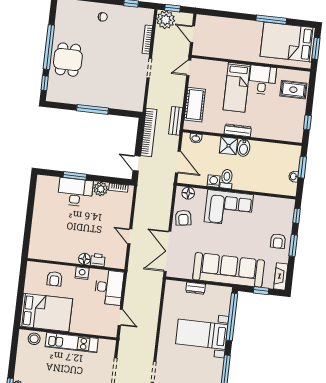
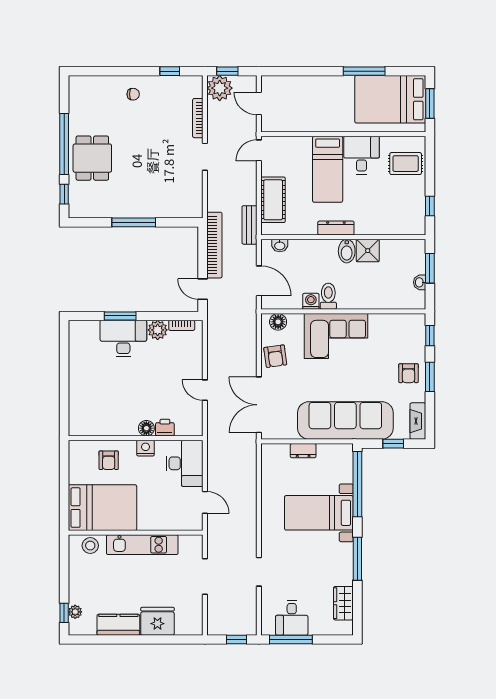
shower: (228, 146) -> (368, 251), moved

